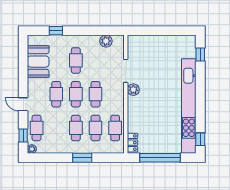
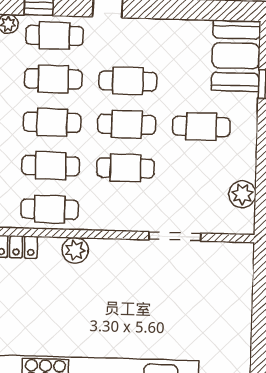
booth: (38, 62) -> (236, 56), moved, turned 90
plant: (133, 90) -> (75, 250), moved
cafe table: (56, 128) -> (53, 79), added

